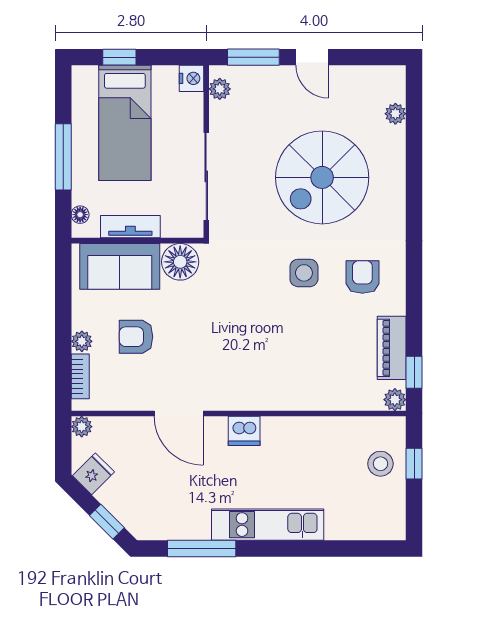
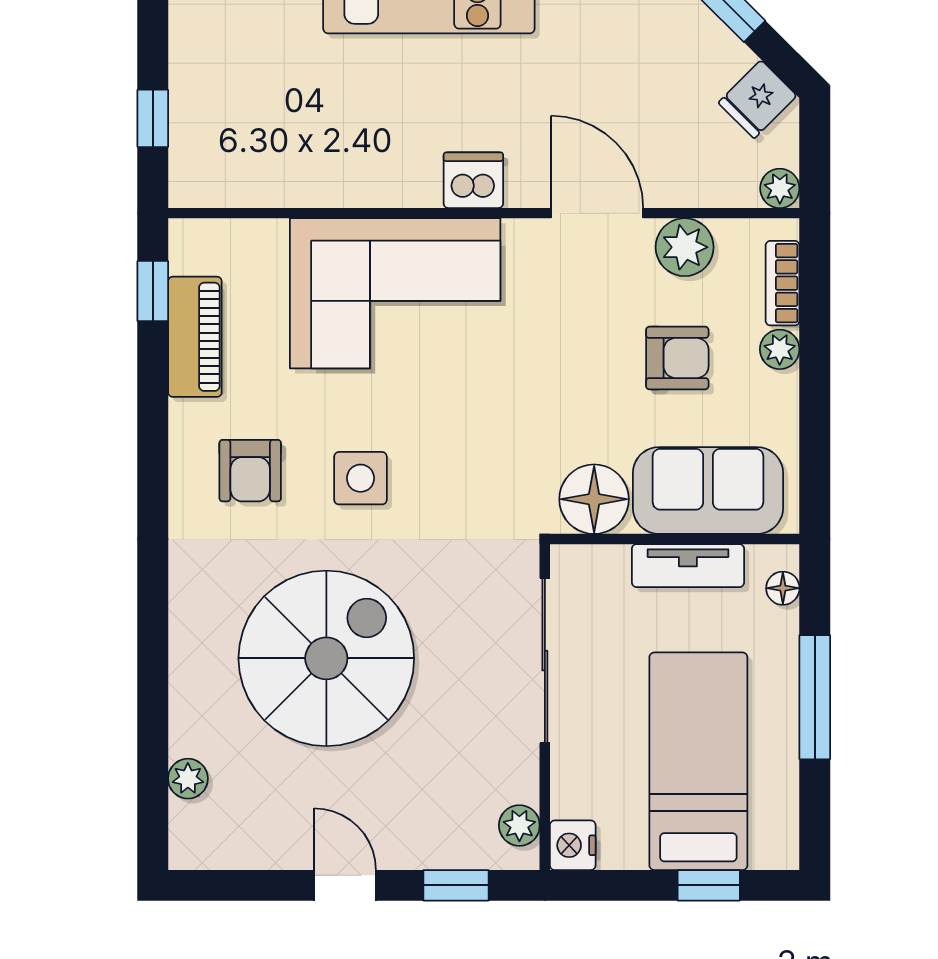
window: (253, 57) -> (456, 885), width x0.67
corner sofa: (286, 371) -> (395, 293), added
plant: (395, 400) -> (685, 247), moved, width x1.38, depth x1.38
stool: (380, 464) -> (216, 118), removed

